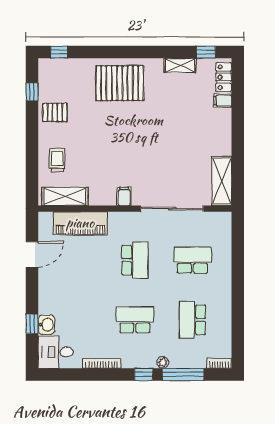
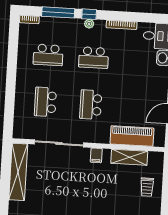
shelving: (222, 181) -> (18, 172), width x1.47
shelving: (65, 196) -> (129, 157), moved
school desk: (192, 260) -> (45, 102), turned 90
school desk: (192, 320) -> (48, 55), turned 90
plant: (163, 362) -> (89, 24), moved

